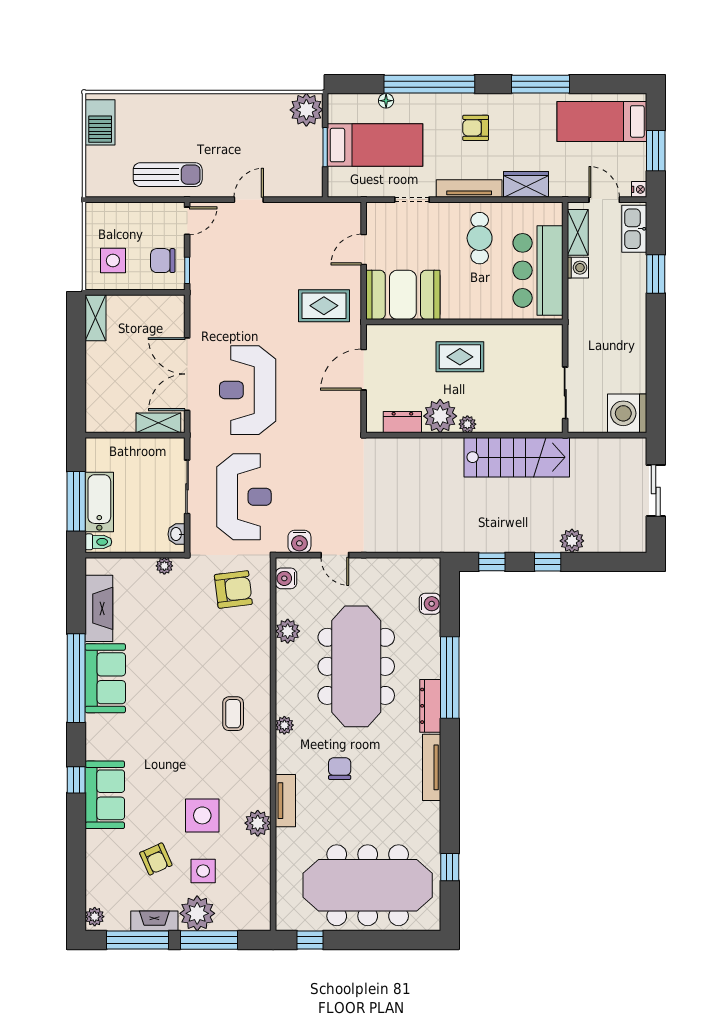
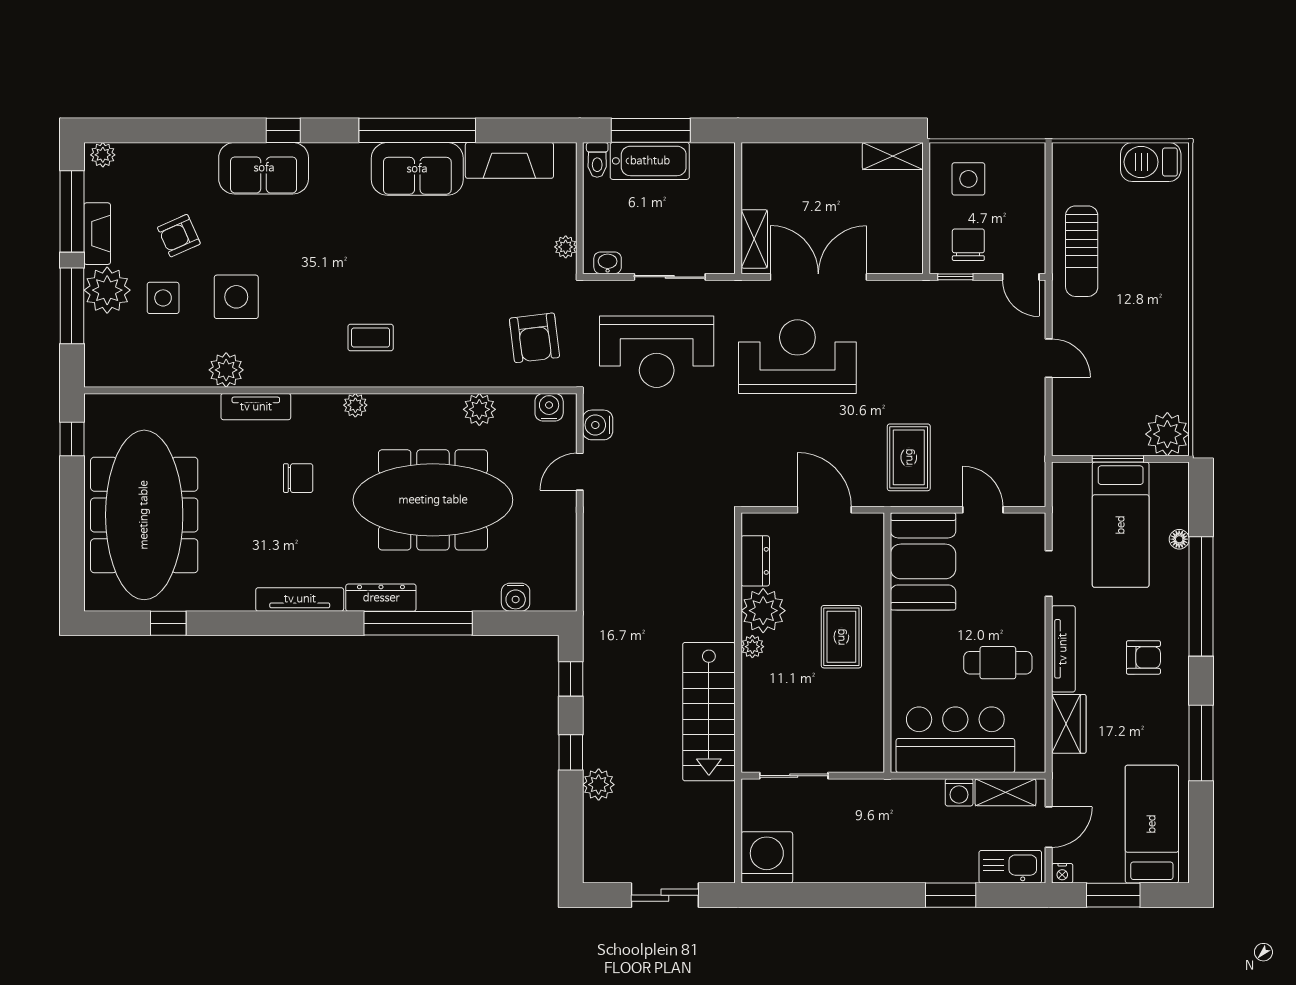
armchair: (476, 128) -> (1143, 657), turned 90

